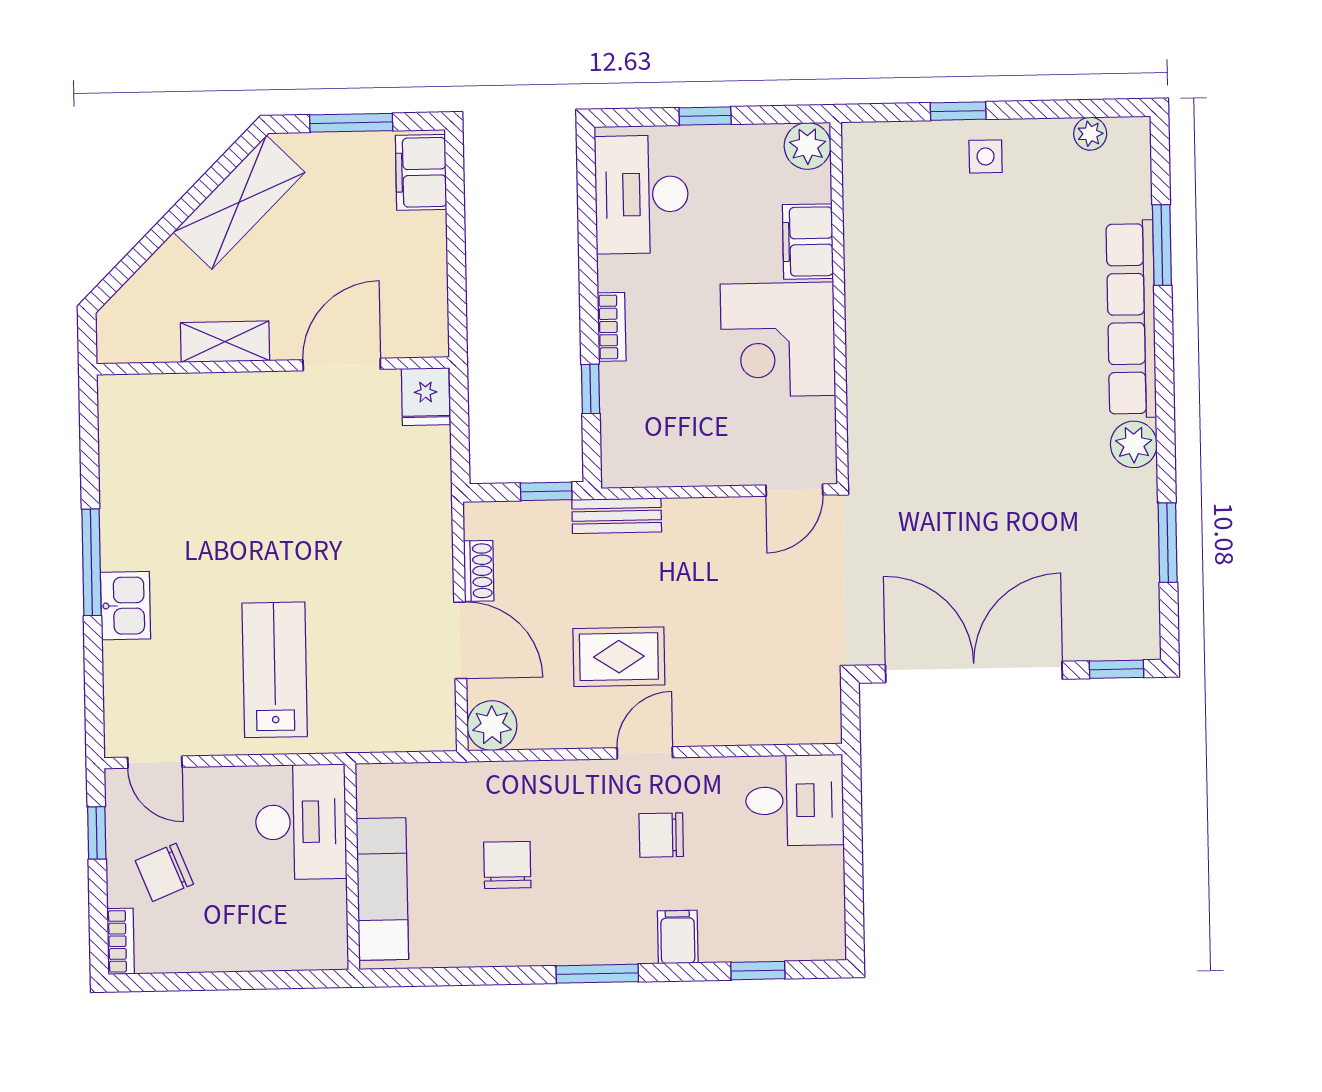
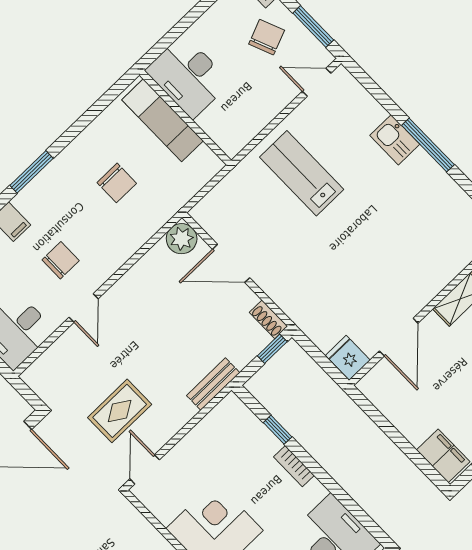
window: (546, 491) -> (272, 349), moved
shoe rack: (479, 571) -> (268, 319), moved
rug: (619, 657) -> (120, 411), moved
lab bench: (275, 670) -> (302, 173), turned 180
door: (645, 753) -> (84, 308), moved
desk: (301, 822) -> (188, 76), moved
window: (97, 833) -> (313, 27), width x1.50

